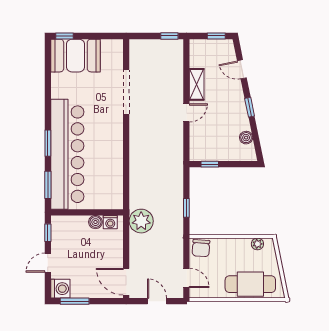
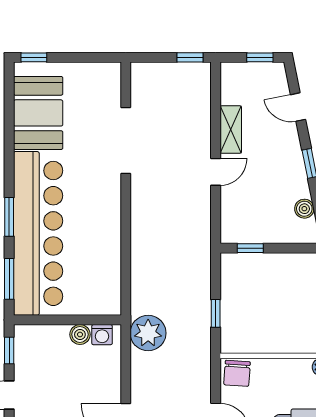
booth: (75, 56) -> (38, 113), moved, turned 90

